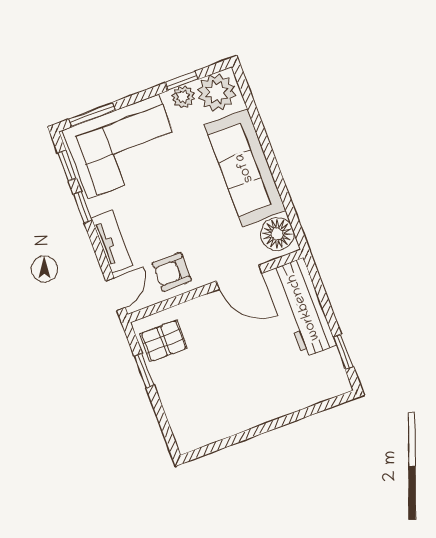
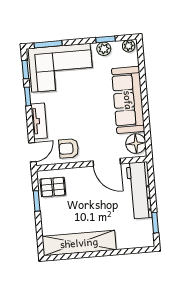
plant: (216, 93) -> (129, 46), width x0.53, depth x0.53
shelving: (231, 419) -> (79, 243), added

